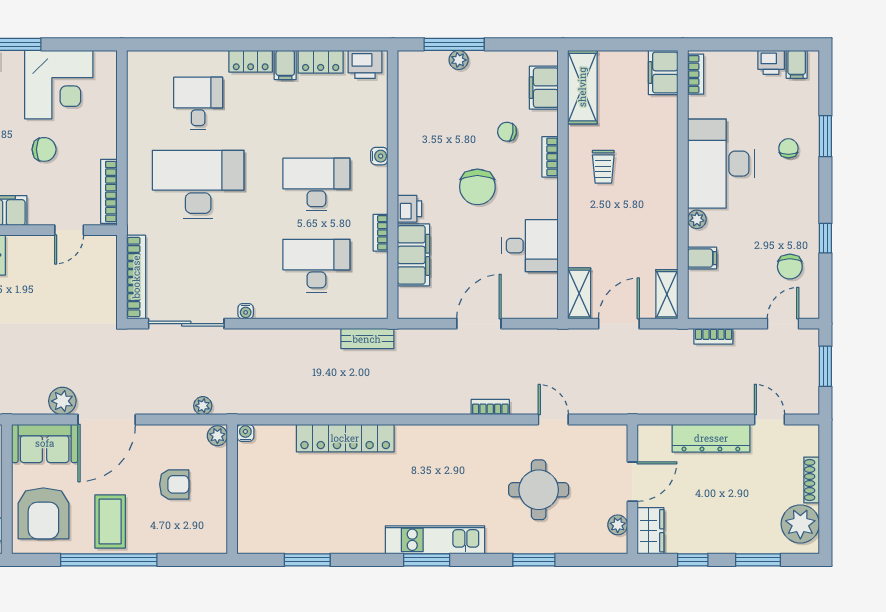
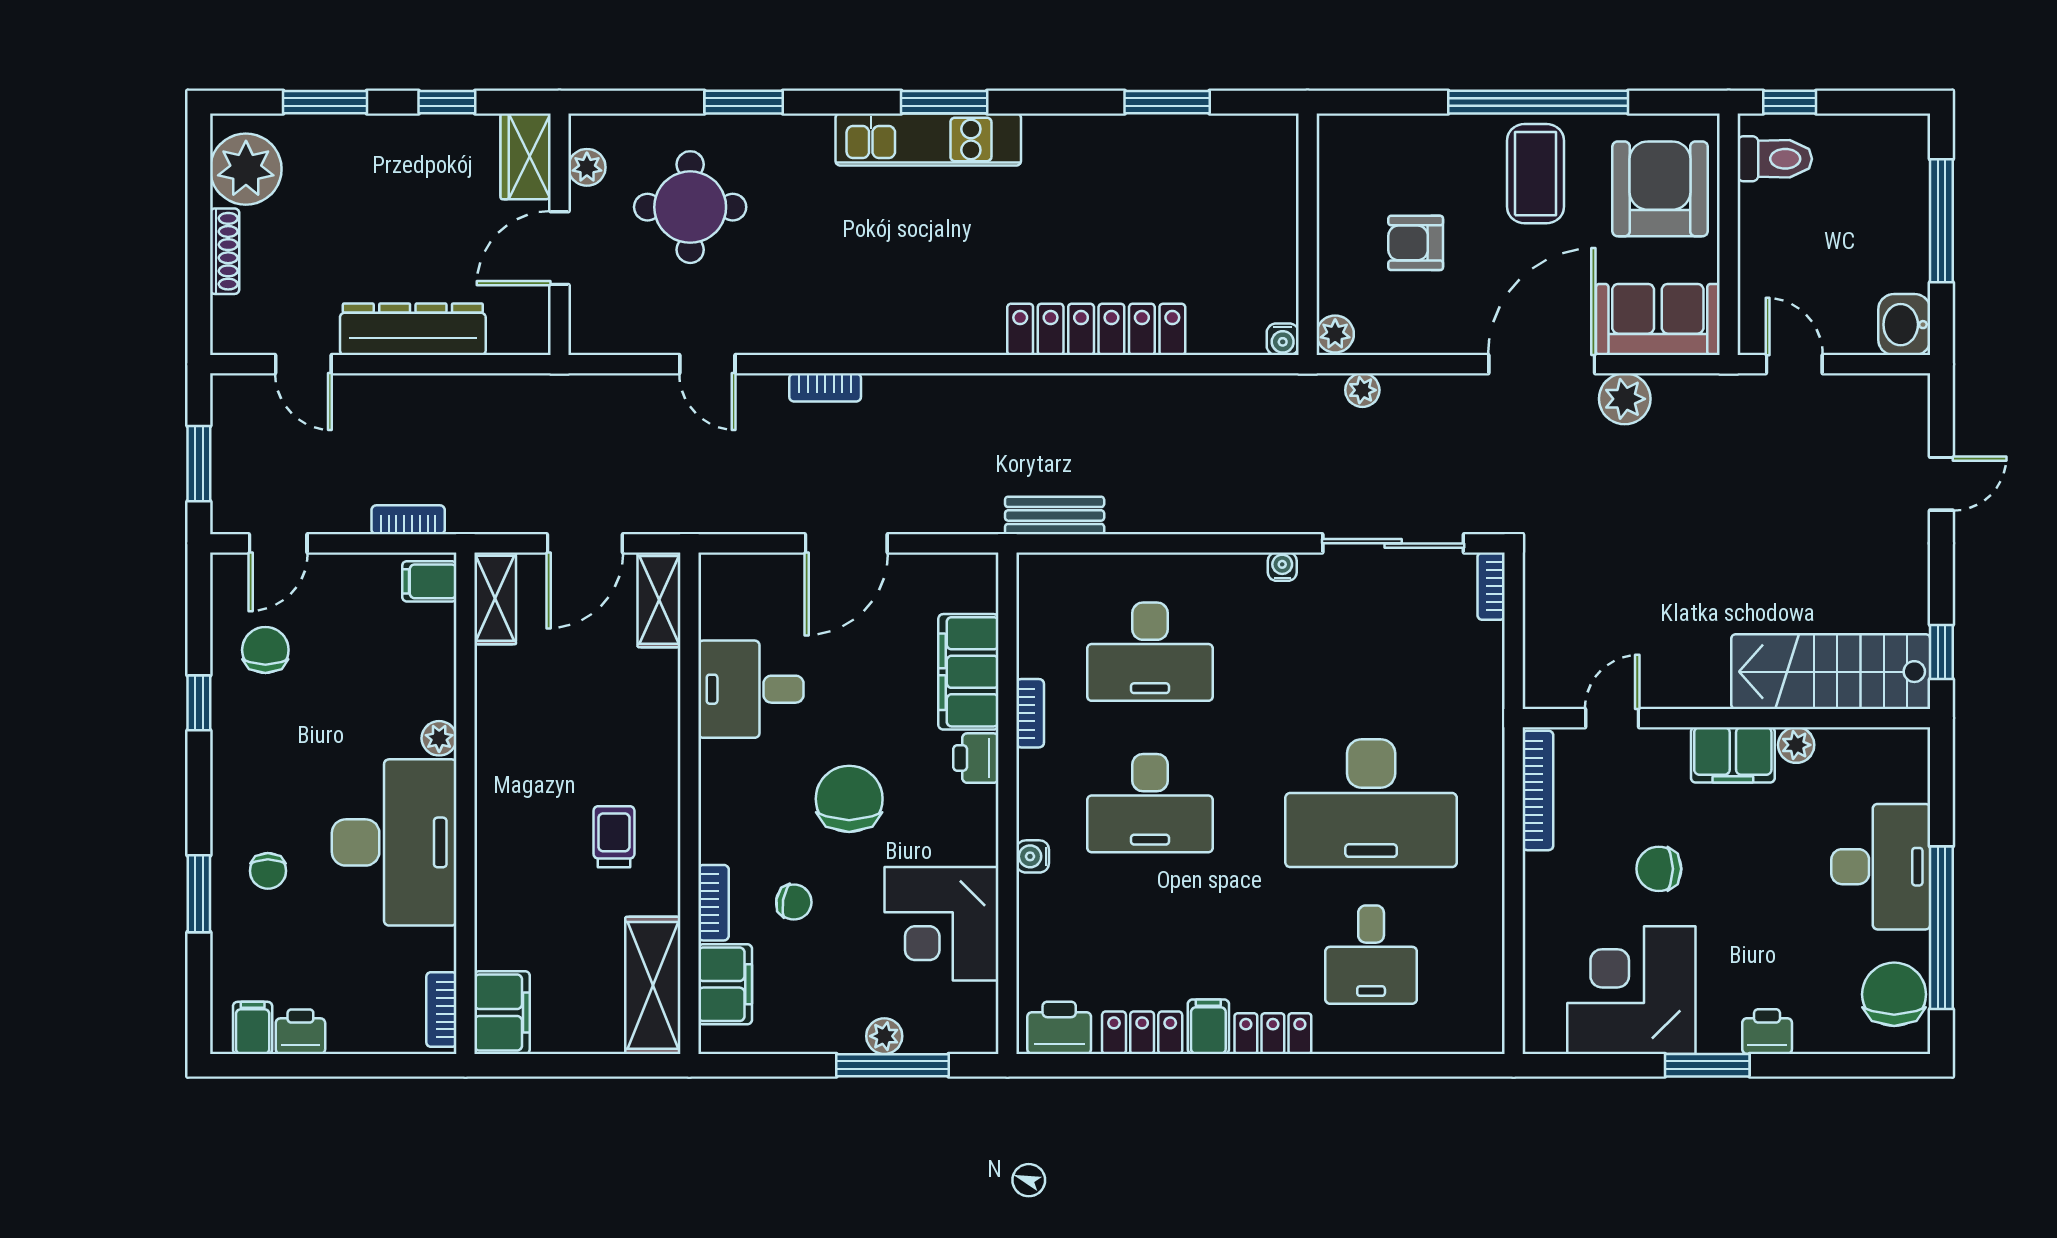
corner desk: (428, 120) -> (942, 924), added
bookcase: (550, 157) -> (713, 903), moved
filing cabinet: (702, 258) -> (429, 581), moved
bookcase: (136, 277) -> (1491, 586), width x0.43, depth x0.76
round table: (539, 490) -> (690, 207), moved

